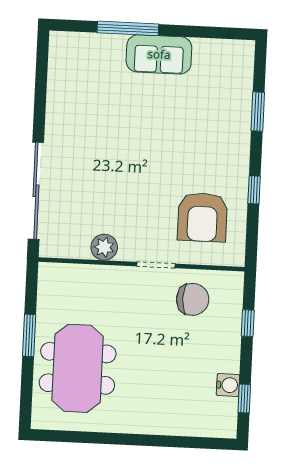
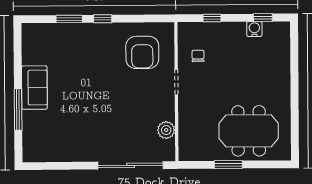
window: (254, 190) -> (103, 19), moved
armchair: (202, 217) -> (142, 52), turned 90
plant: (104, 247) -> (166, 130), moved
chair: (193, 299) -> (198, 56), width x0.54, depth x0.54

